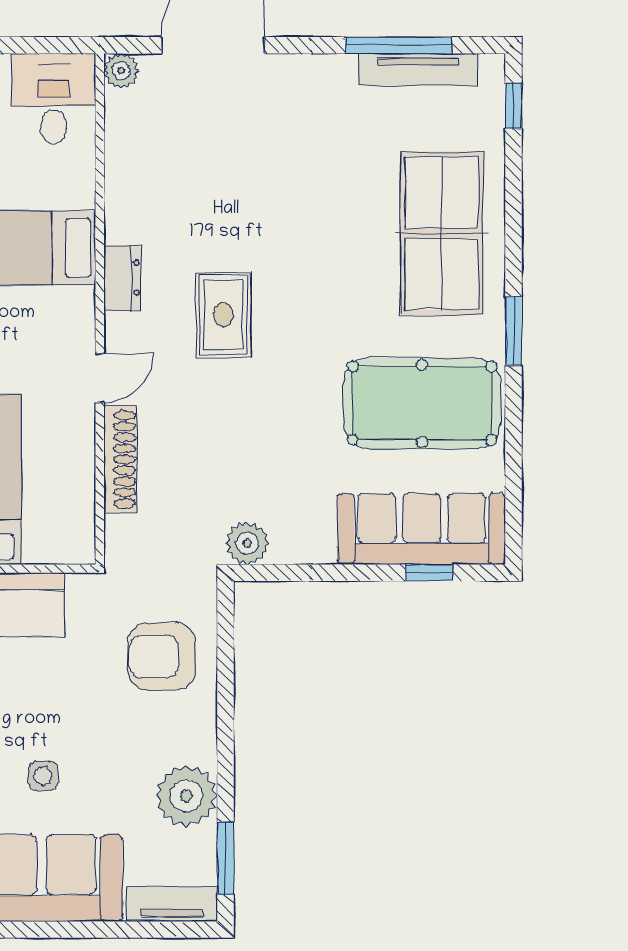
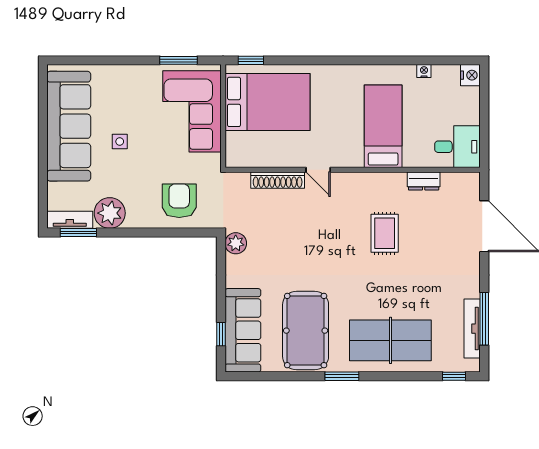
plant: (121, 71) -> (472, 180), removed
dresser: (122, 278) -> (424, 181), moved
rug: (223, 315) -> (385, 233), moved, turned 90
tv unit: (172, 904) -> (70, 220), moved, turned -90

